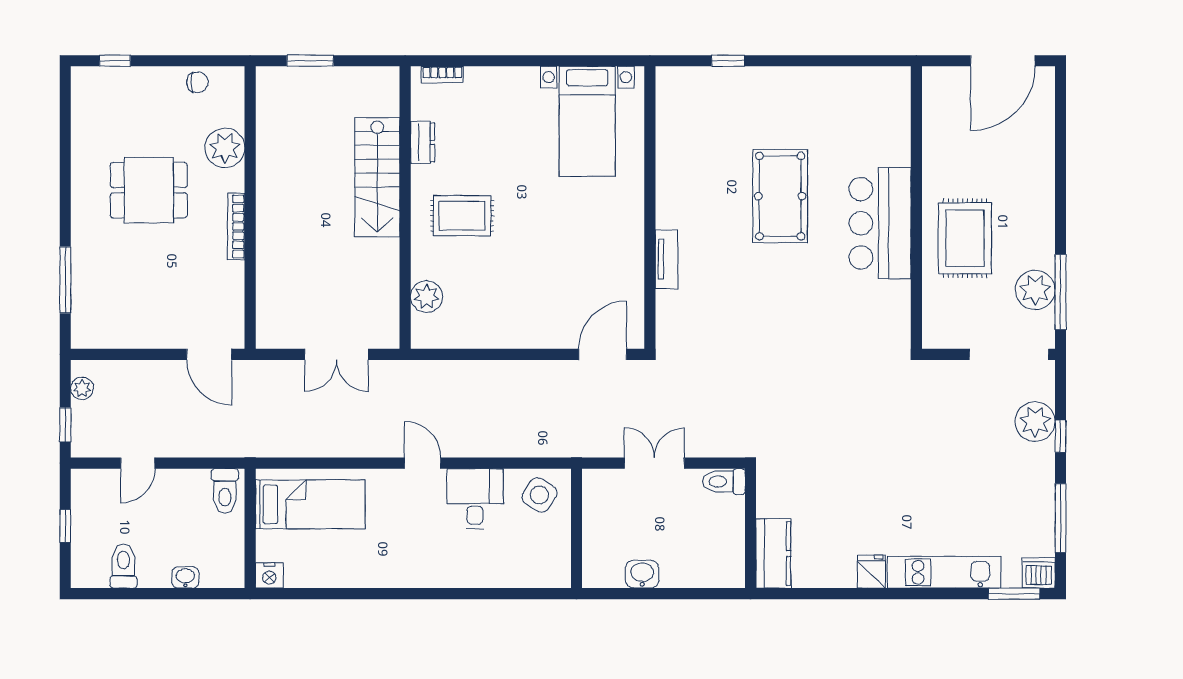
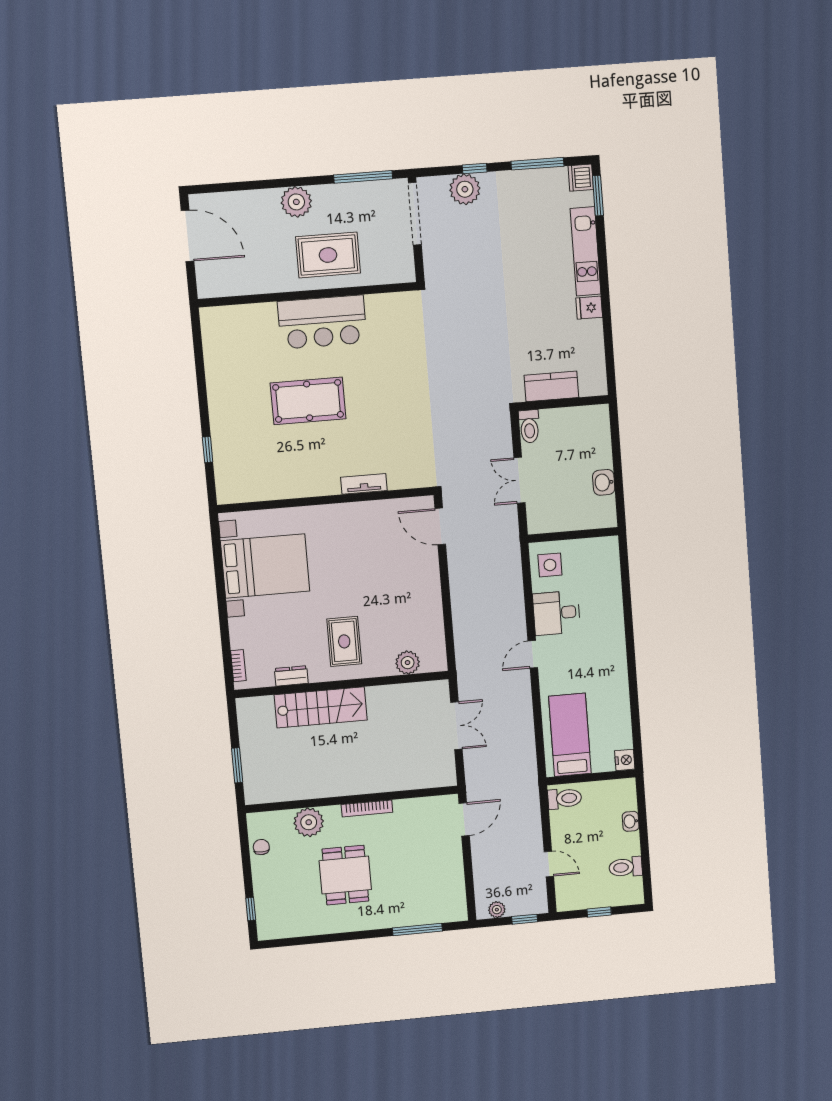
bed with nightstands: (587, 121) -> (265, 566), width x1.36
plant: (1035, 290) -> (296, 202), moved
side table: (539, 495) -> (550, 565), turned -33
kitchen counter: (773, 554) -> (551, 386), moved

